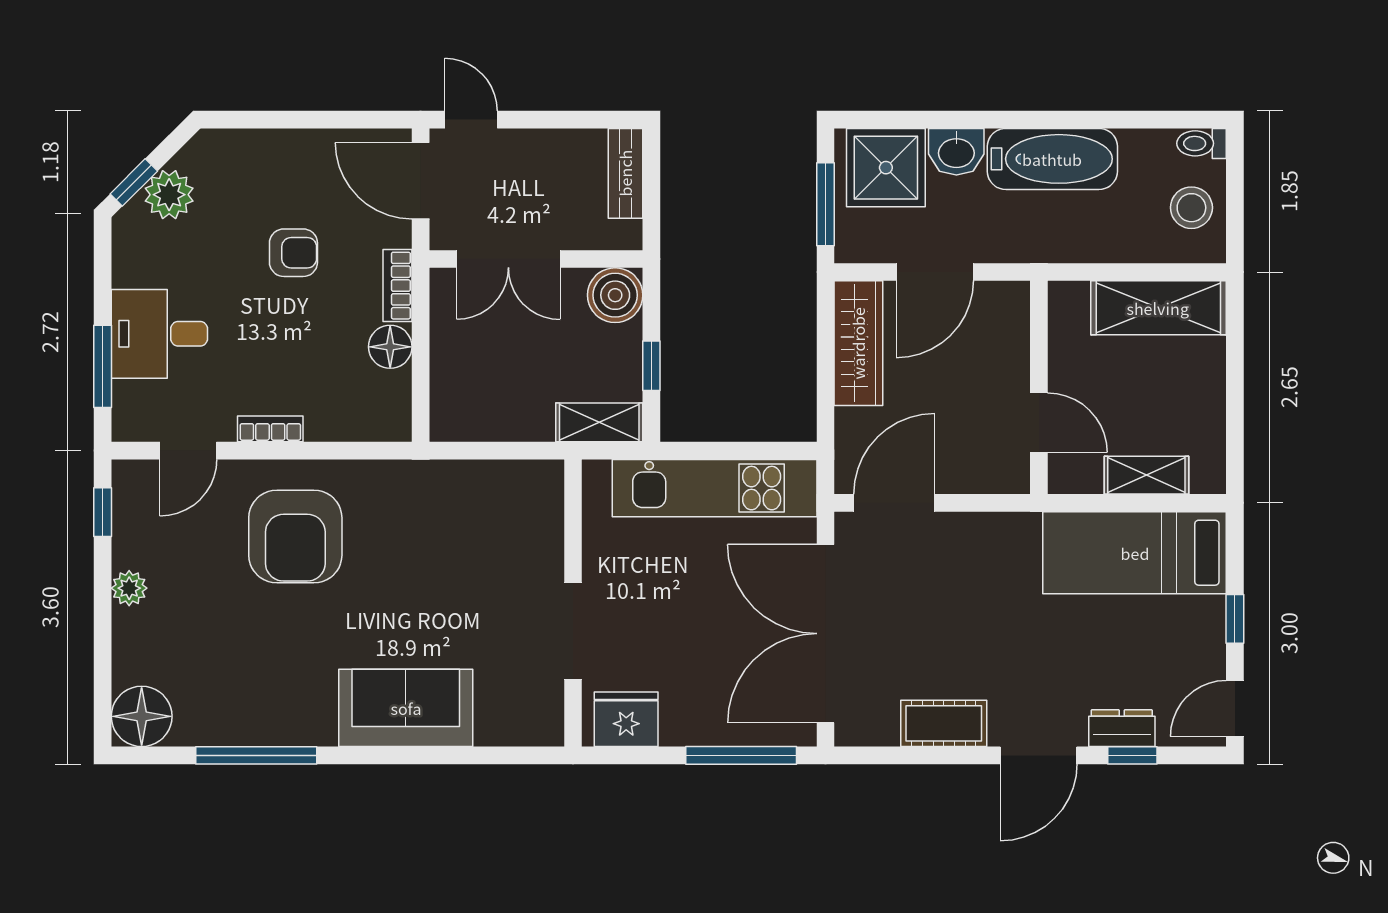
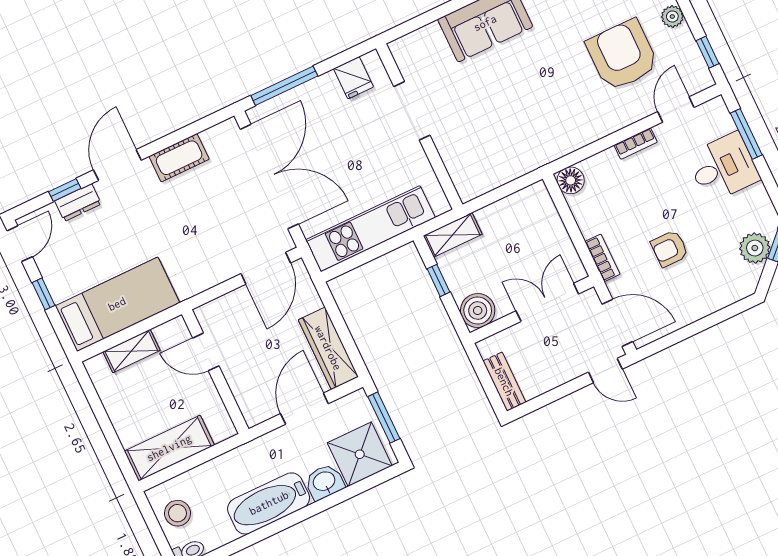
floor lamp: (390, 347) -> (571, 180), moved
armchair: (295, 537) -> (622, 55), moved
fridge: (626, 719) -> (353, 78), width x0.72

